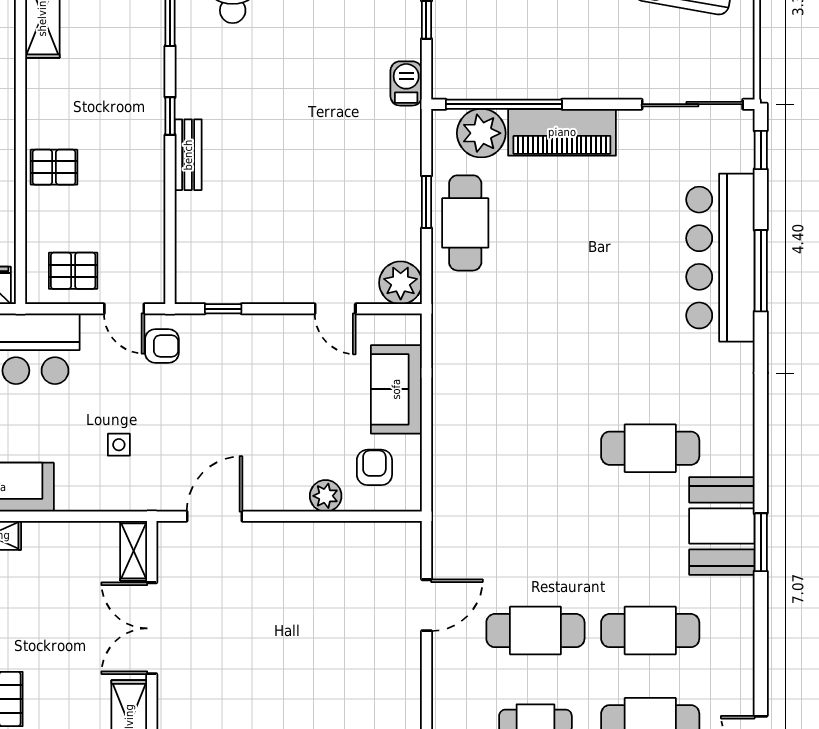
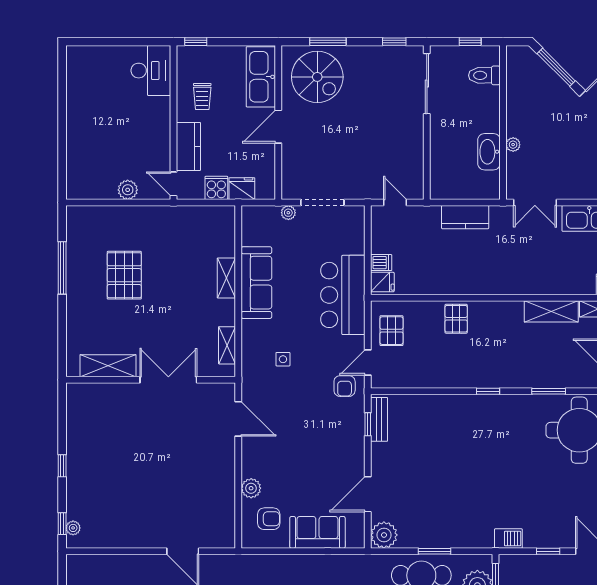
bench: (188, 155) -> (379, 419), moved, turned 90
door: (335, 309) -> (368, 494), width x1.38
shelving: (134, 551) -> (227, 345), moved, turned 90

